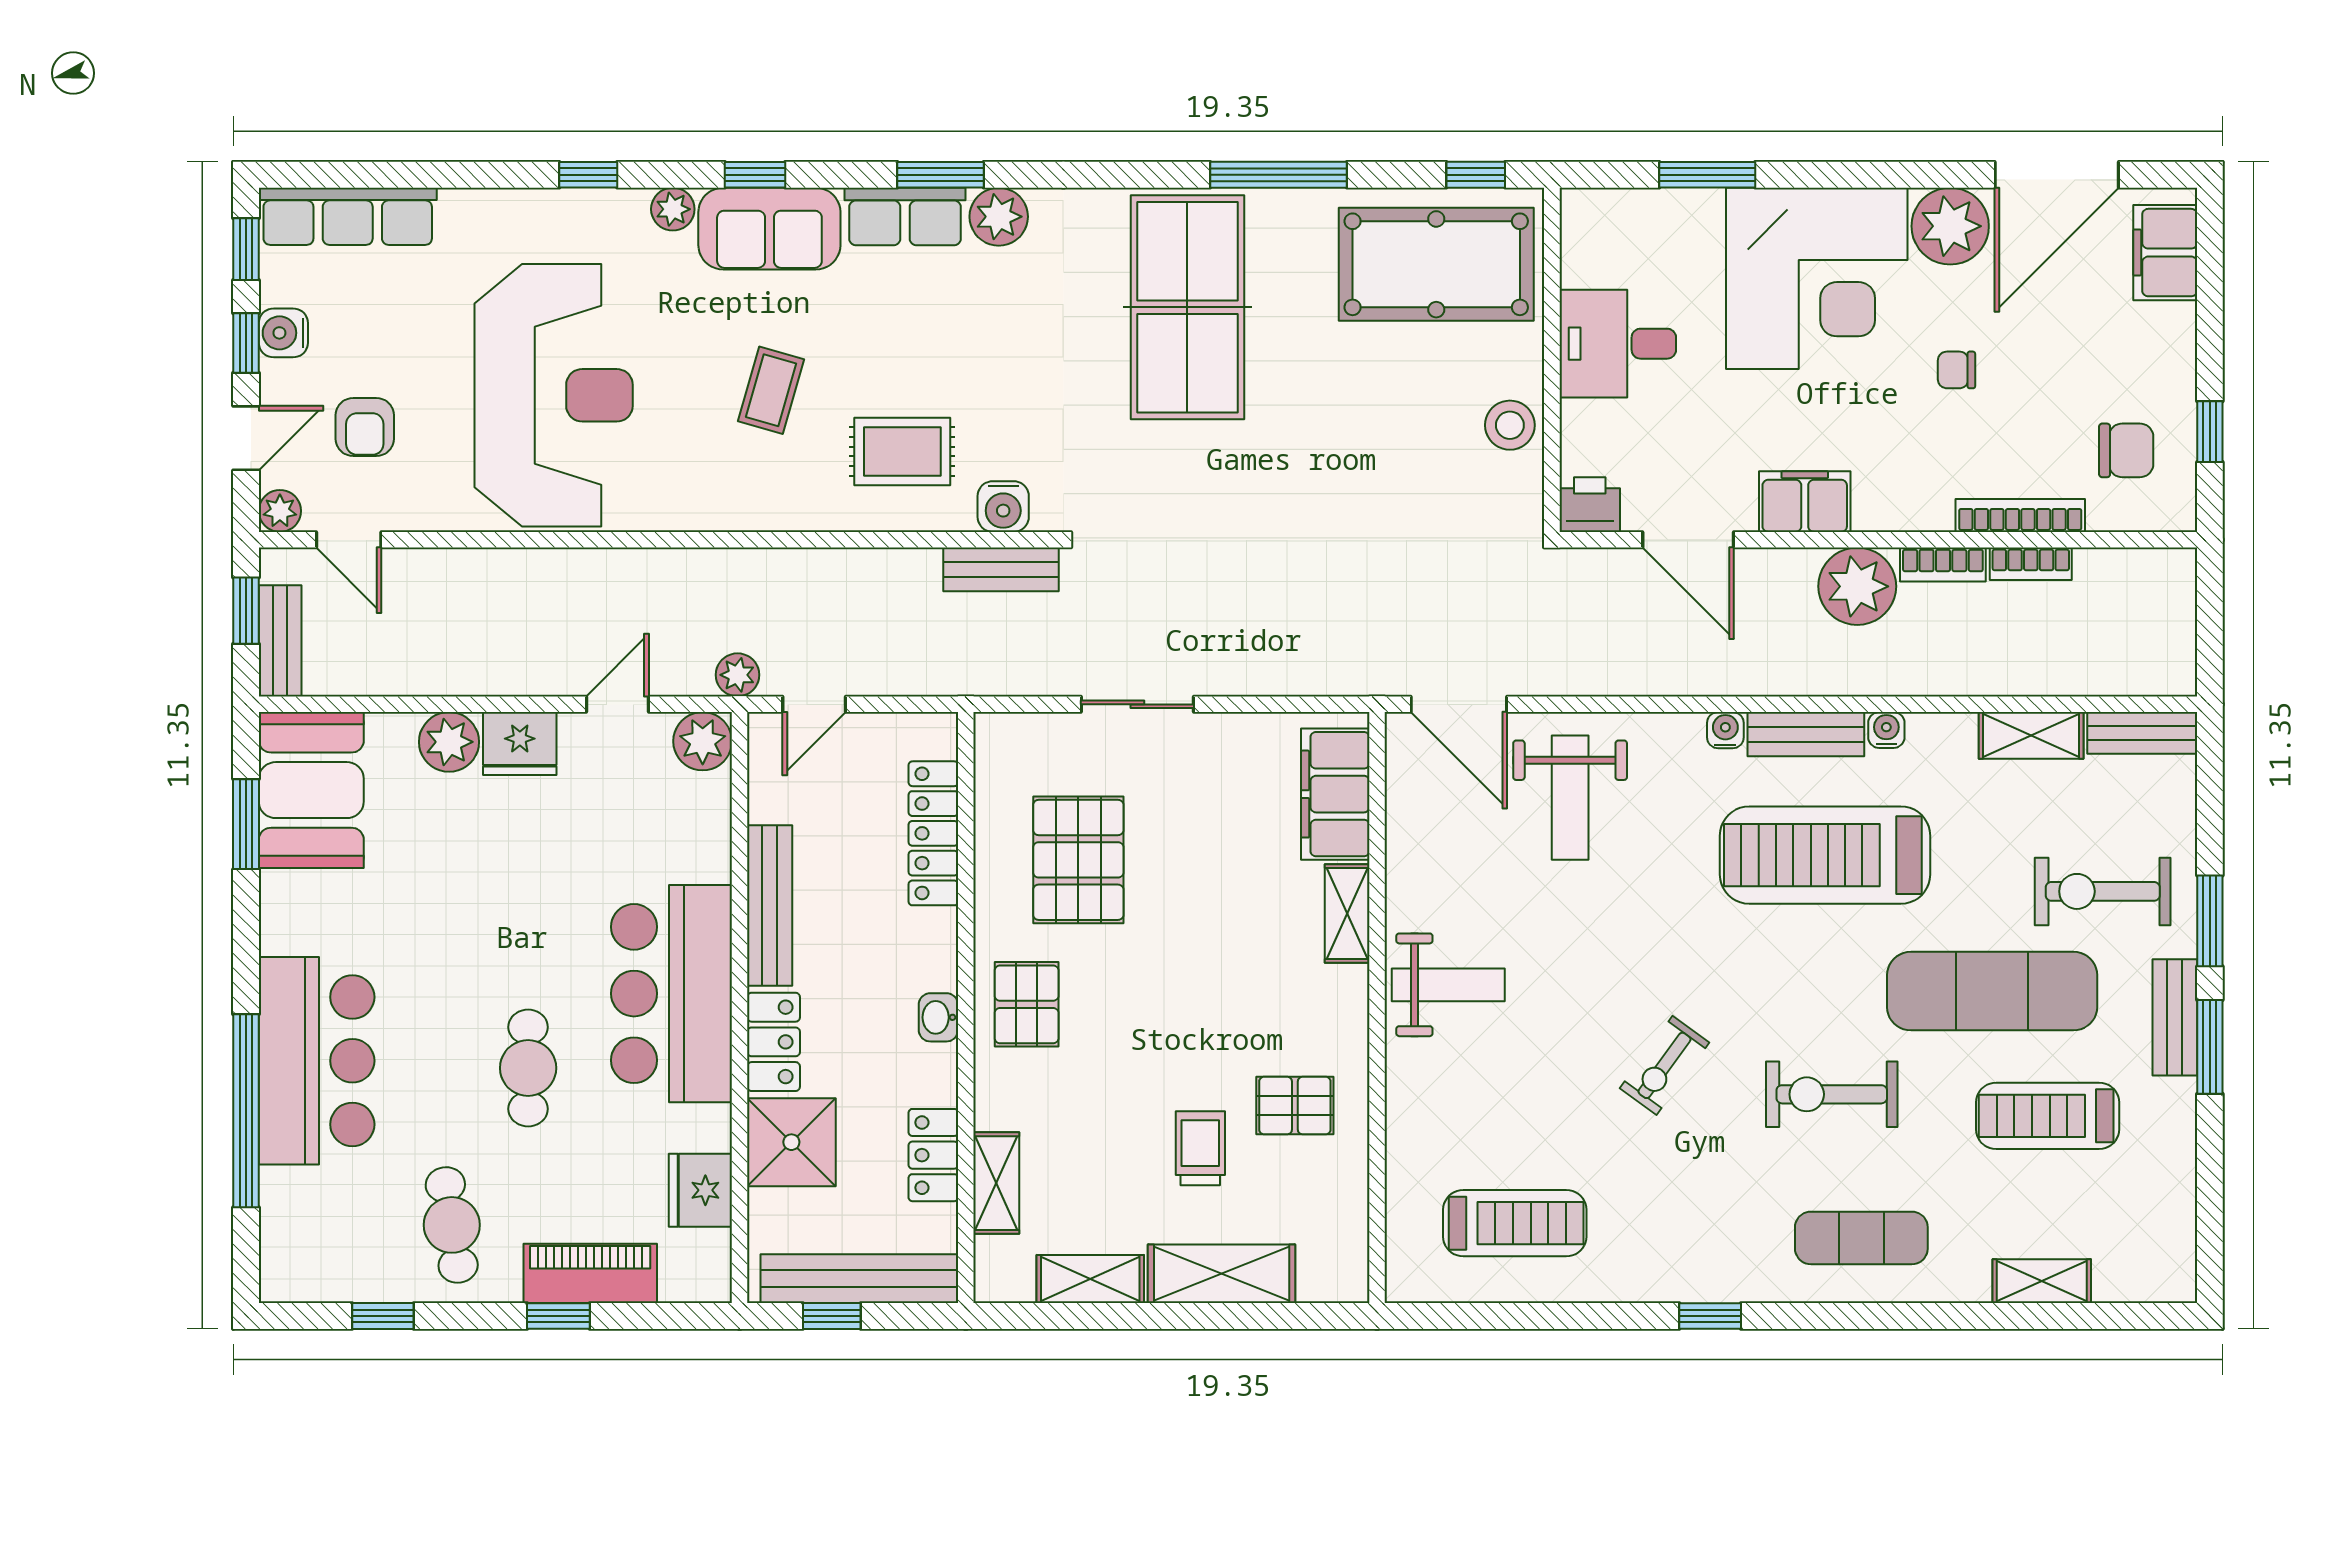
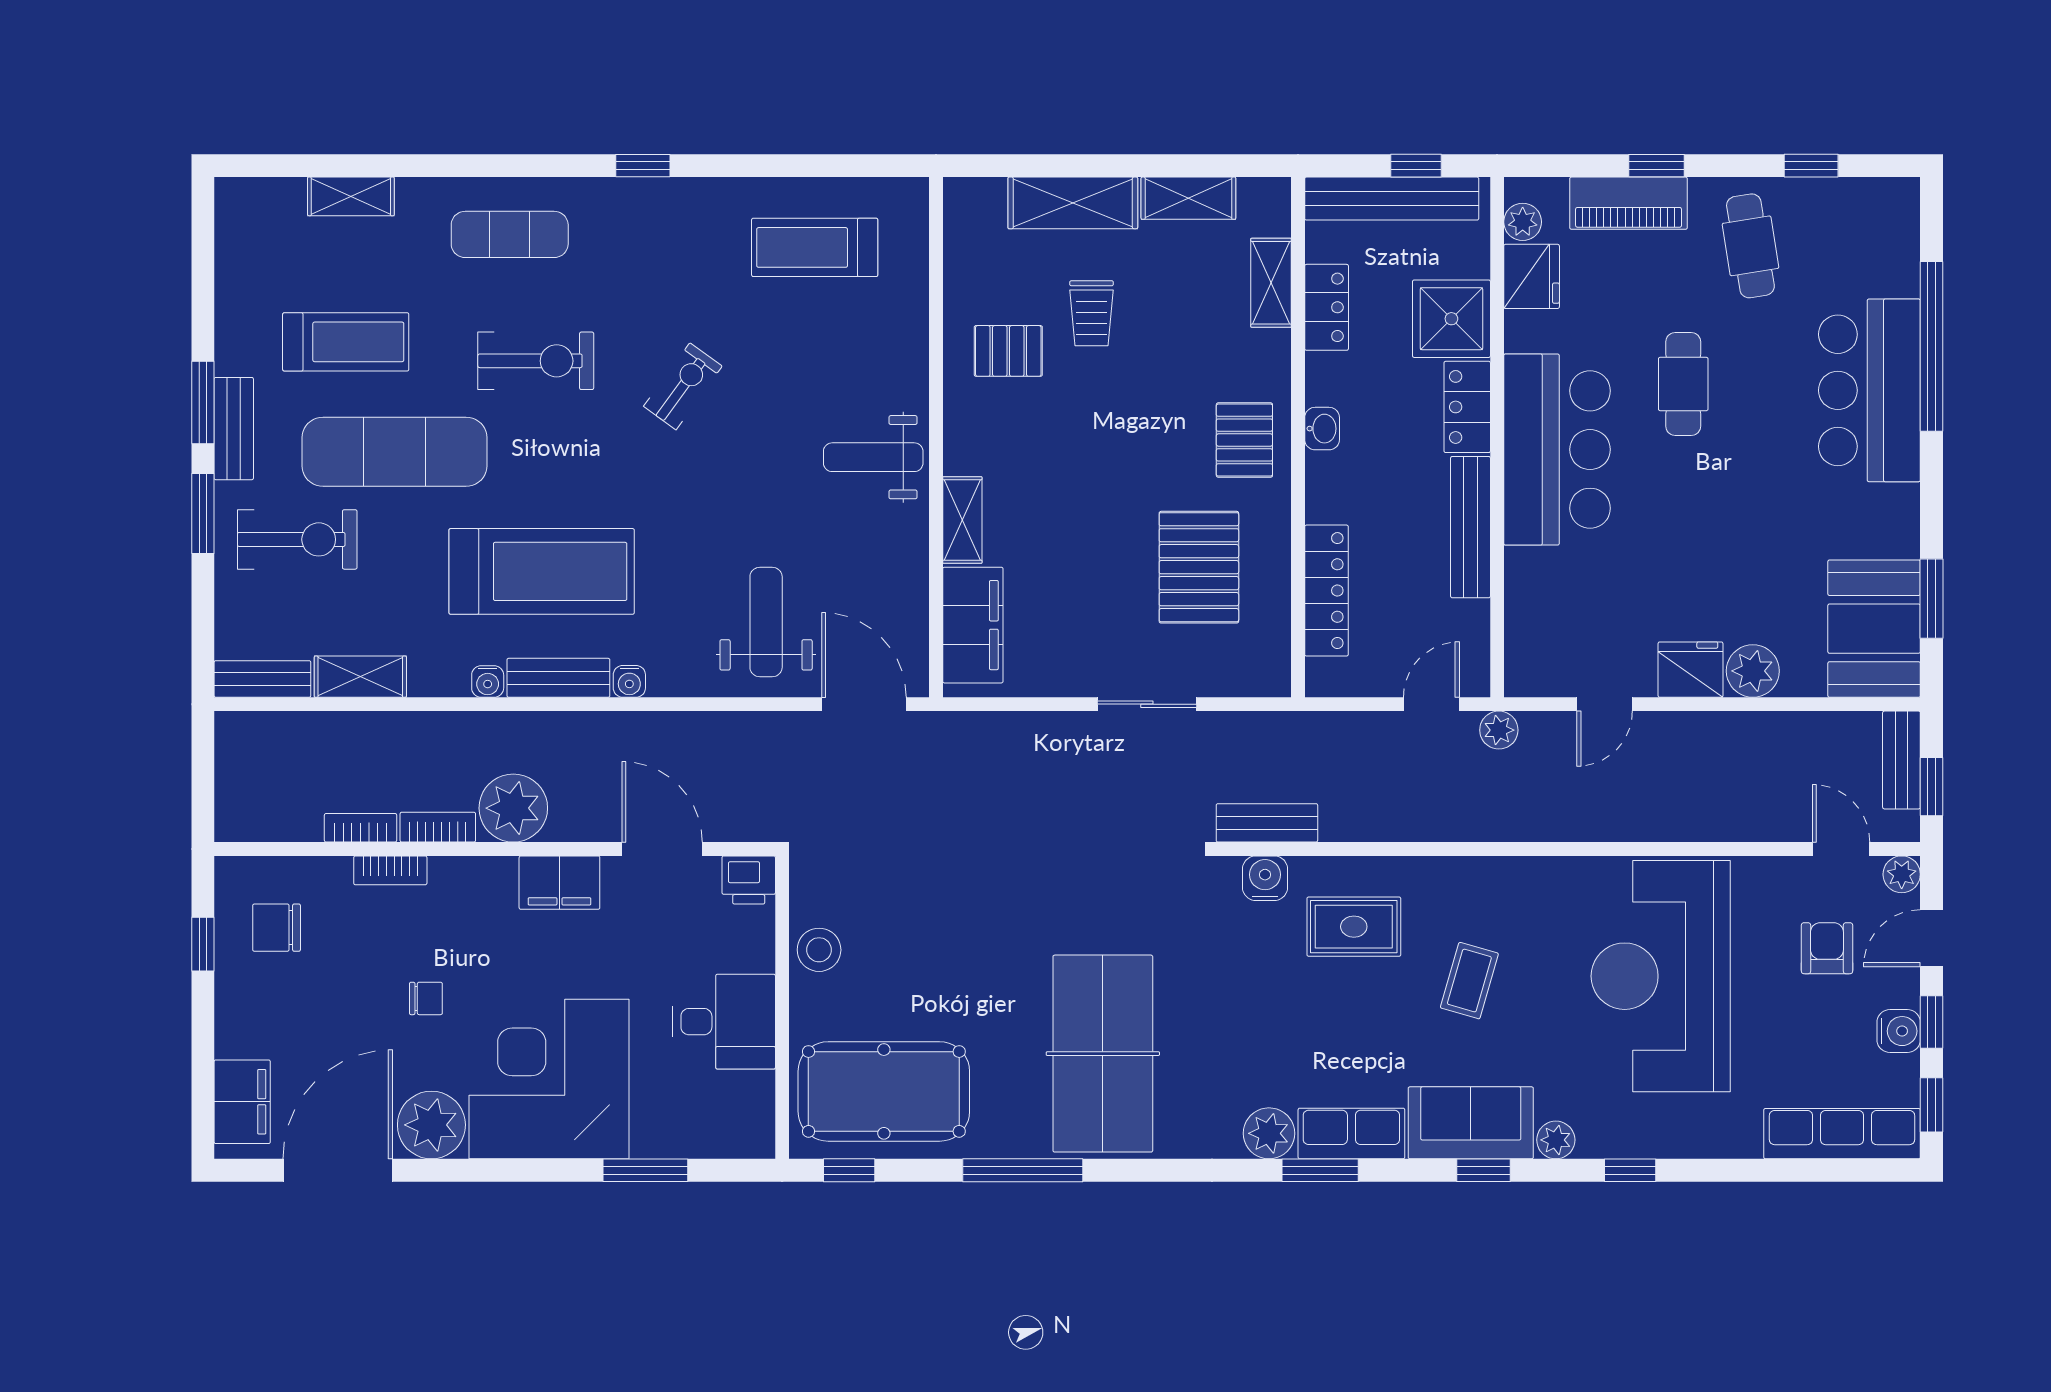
bookcase: (2020, 515) -> (390, 870), width x0.64
plant: (703, 741) -> (1523, 222), moved, width x0.73, depth x0.73

